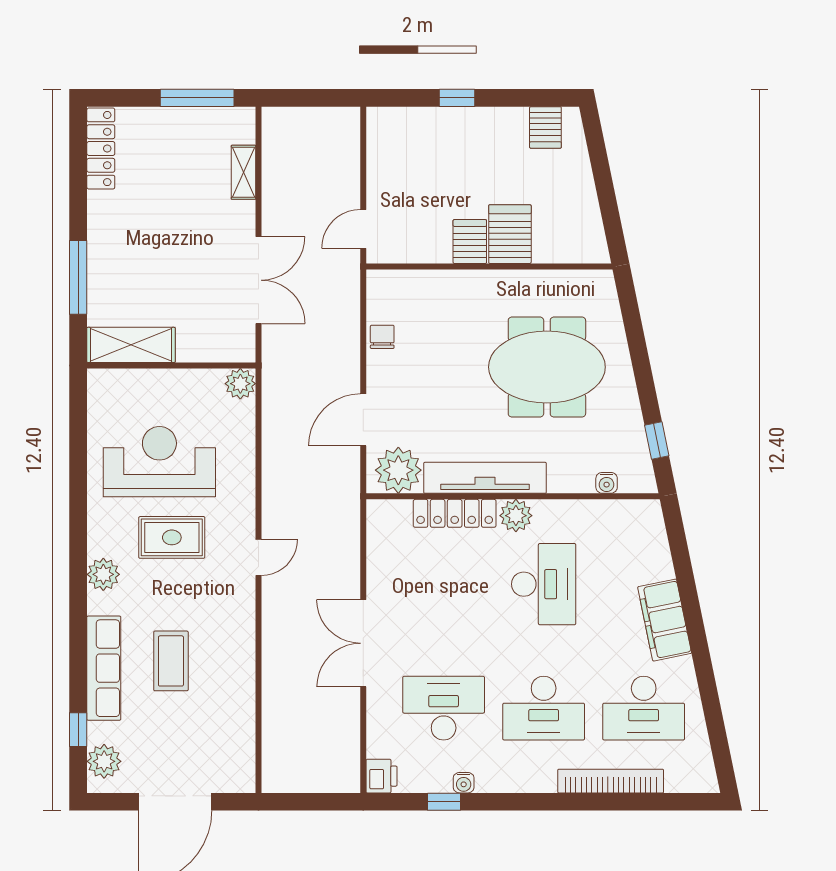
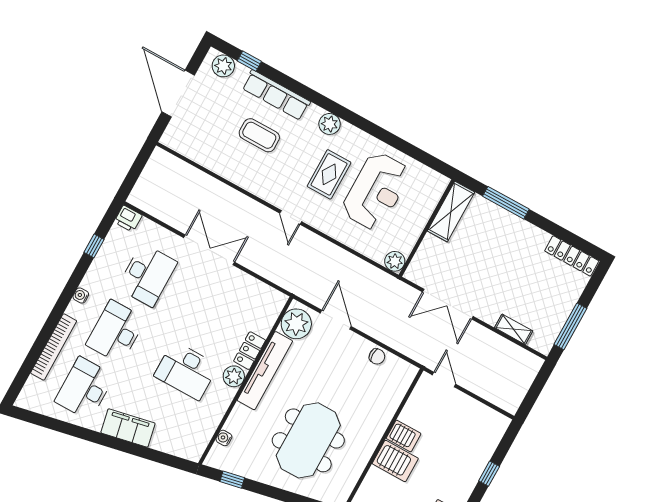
locker: (455, 513) -> (250, 351), width x0.66
water cooler: (464, 783) -> (81, 295), moved

